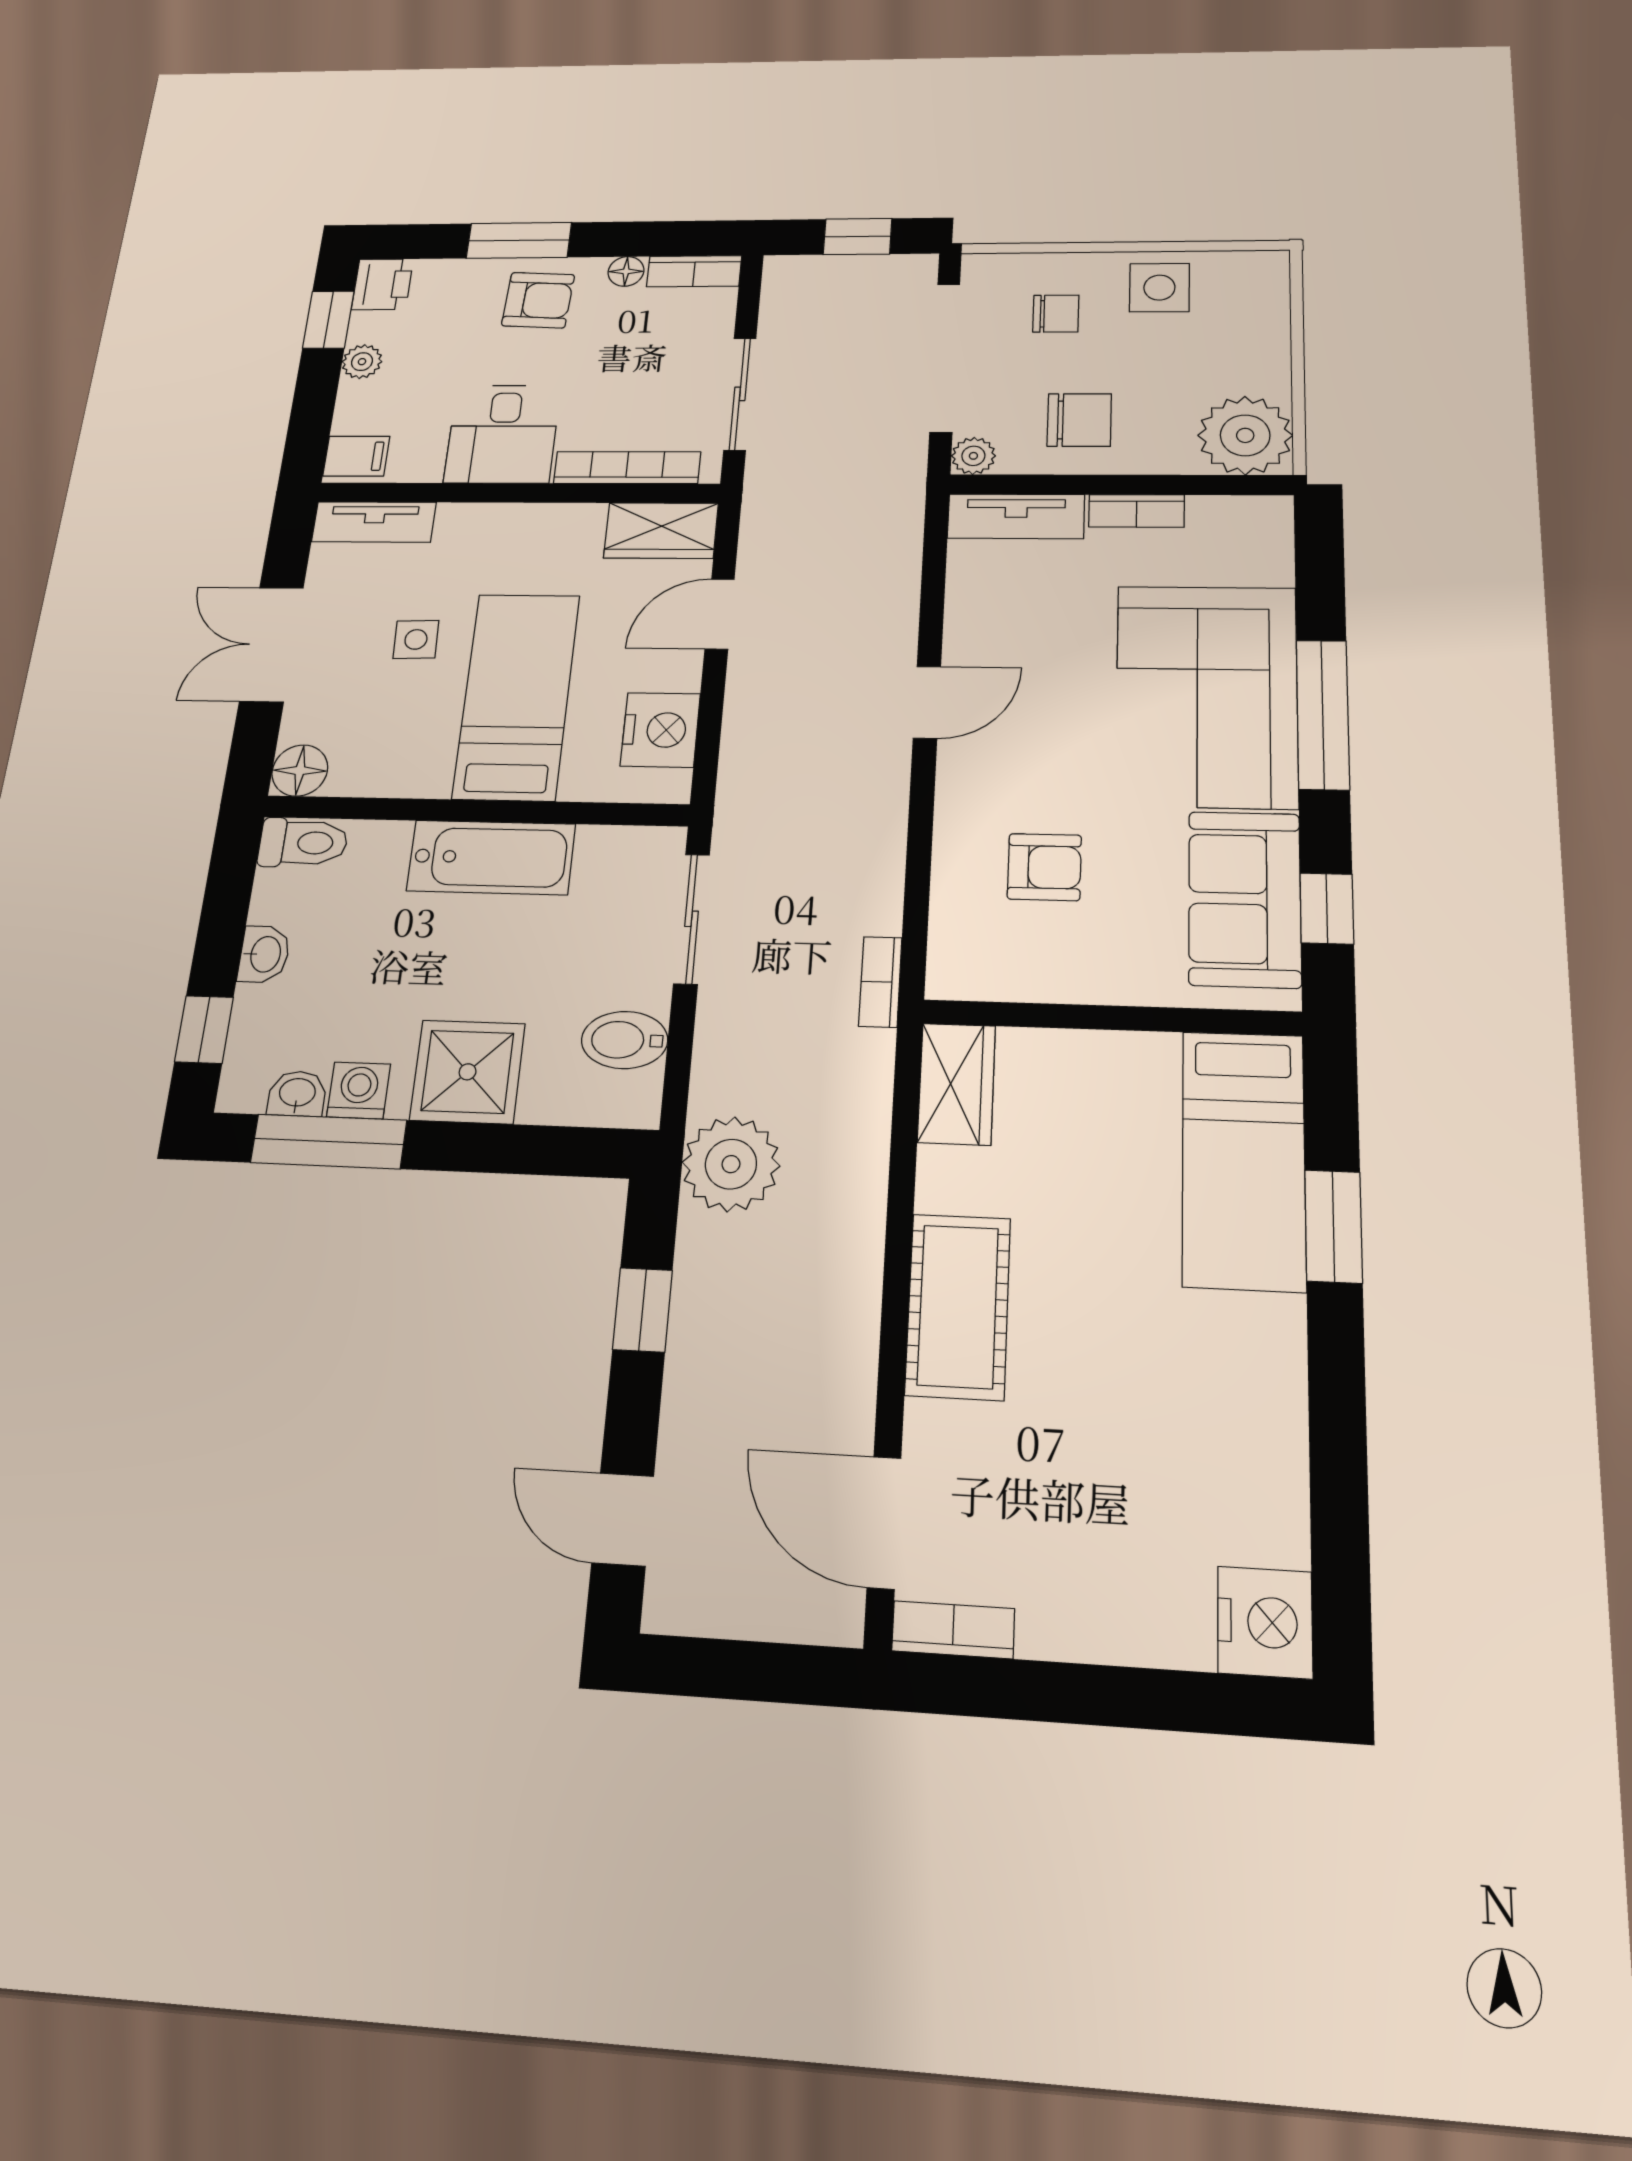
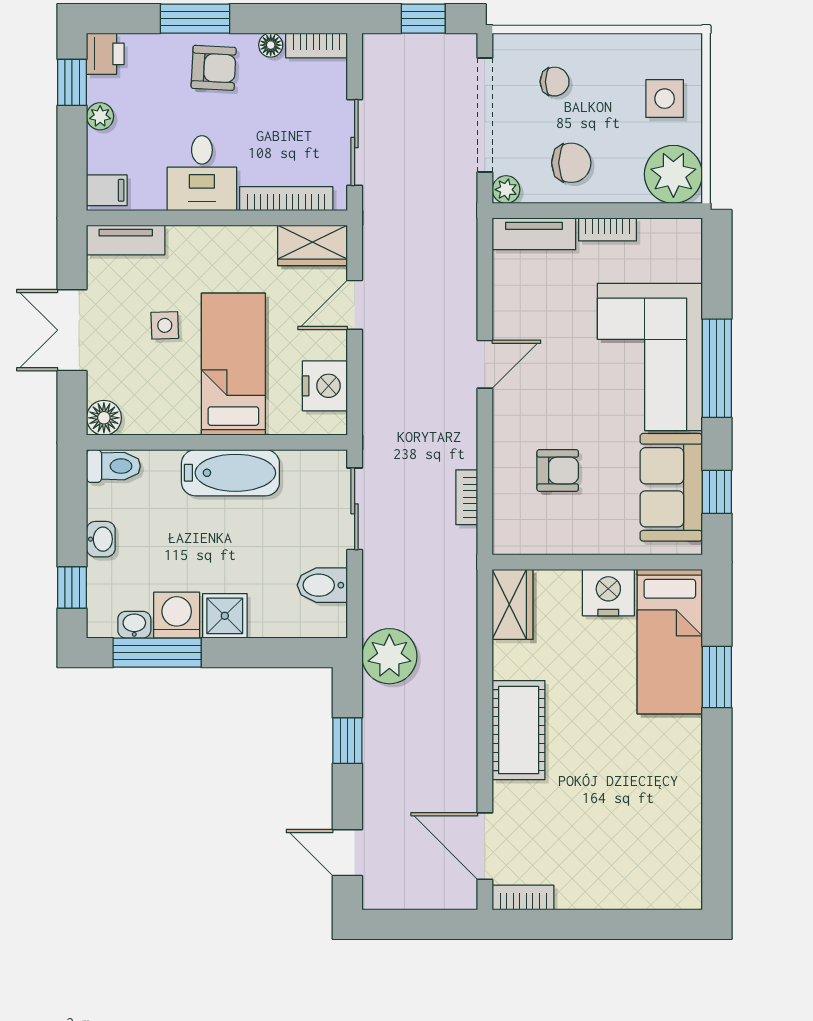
side table: (1159, 288) -> (665, 99), moved
bookcase: (880, 982) -> (467, 497), moved
shower: (468, 1072) -> (225, 616), width x0.73, depth x0.73
washing machine: (359, 1090) -> (177, 615), width x1.38, depth x1.38
nightstand: (1265, 1622) -> (608, 593), moved, turned -90

